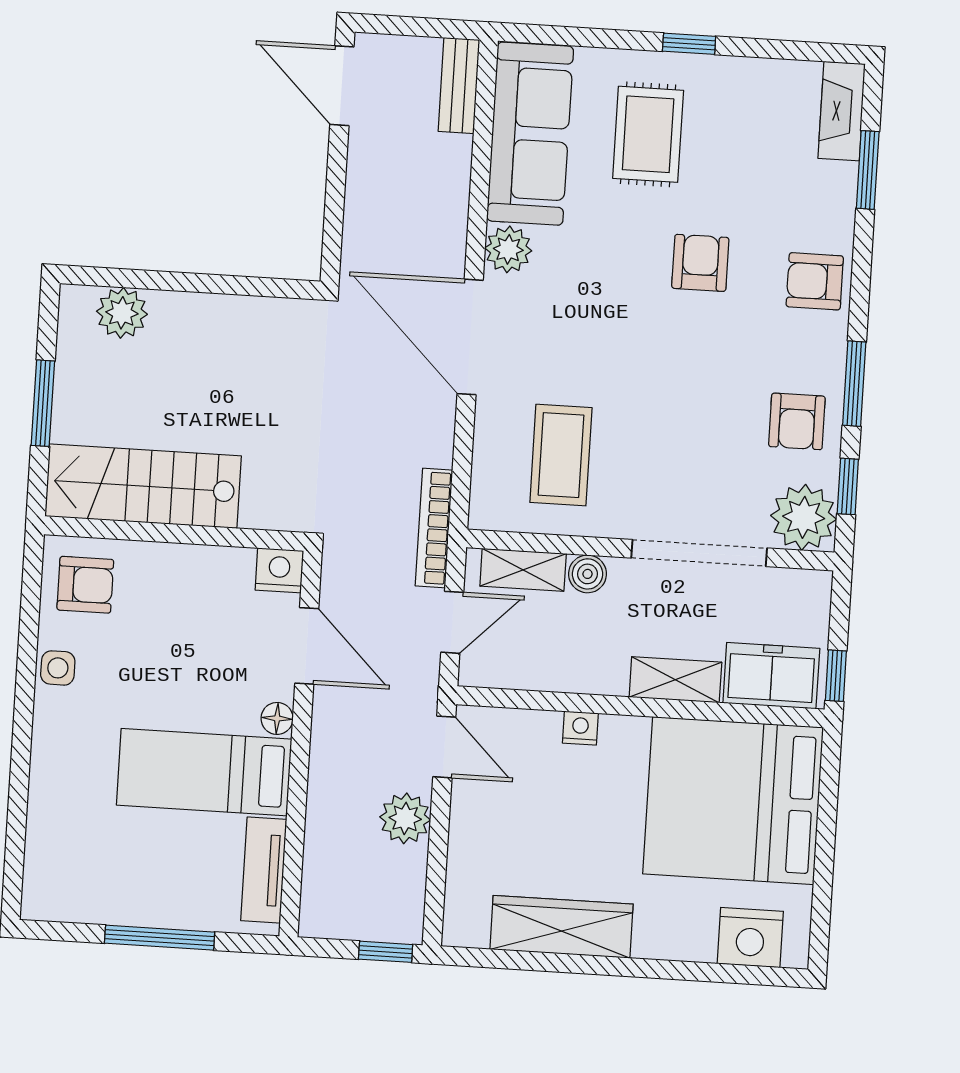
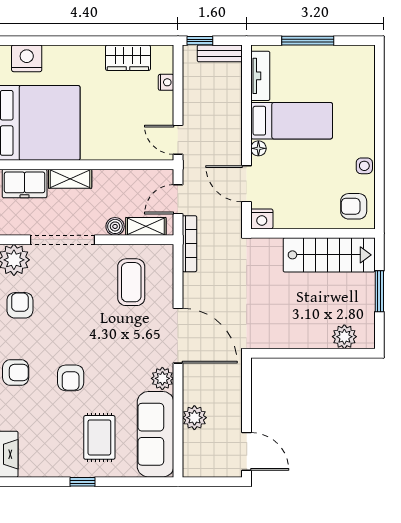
bench: (459, 85) -> (220, 53), moved, turned 90
nightstand: (580, 728) -> (166, 82), moved, turned -90
plant: (405, 818) -> (194, 418), moved
wardrobe: (562, 927) -> (128, 58), width x0.67

